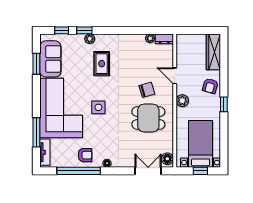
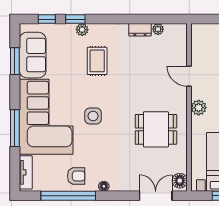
dresser: (164, 39) -> (140, 30), moved
chair: (147, 90) -> (154, 94), removed
window: (36, 132) -> (15, 128), moved

